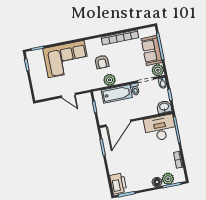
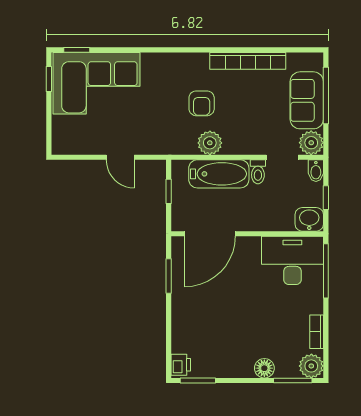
corner sofa: (66, 59) -> (97, 83), moved
plant: (168, 179) -> (311, 366), moved
printer: (118, 183) -> (181, 365), width x0.53, depth x0.68

